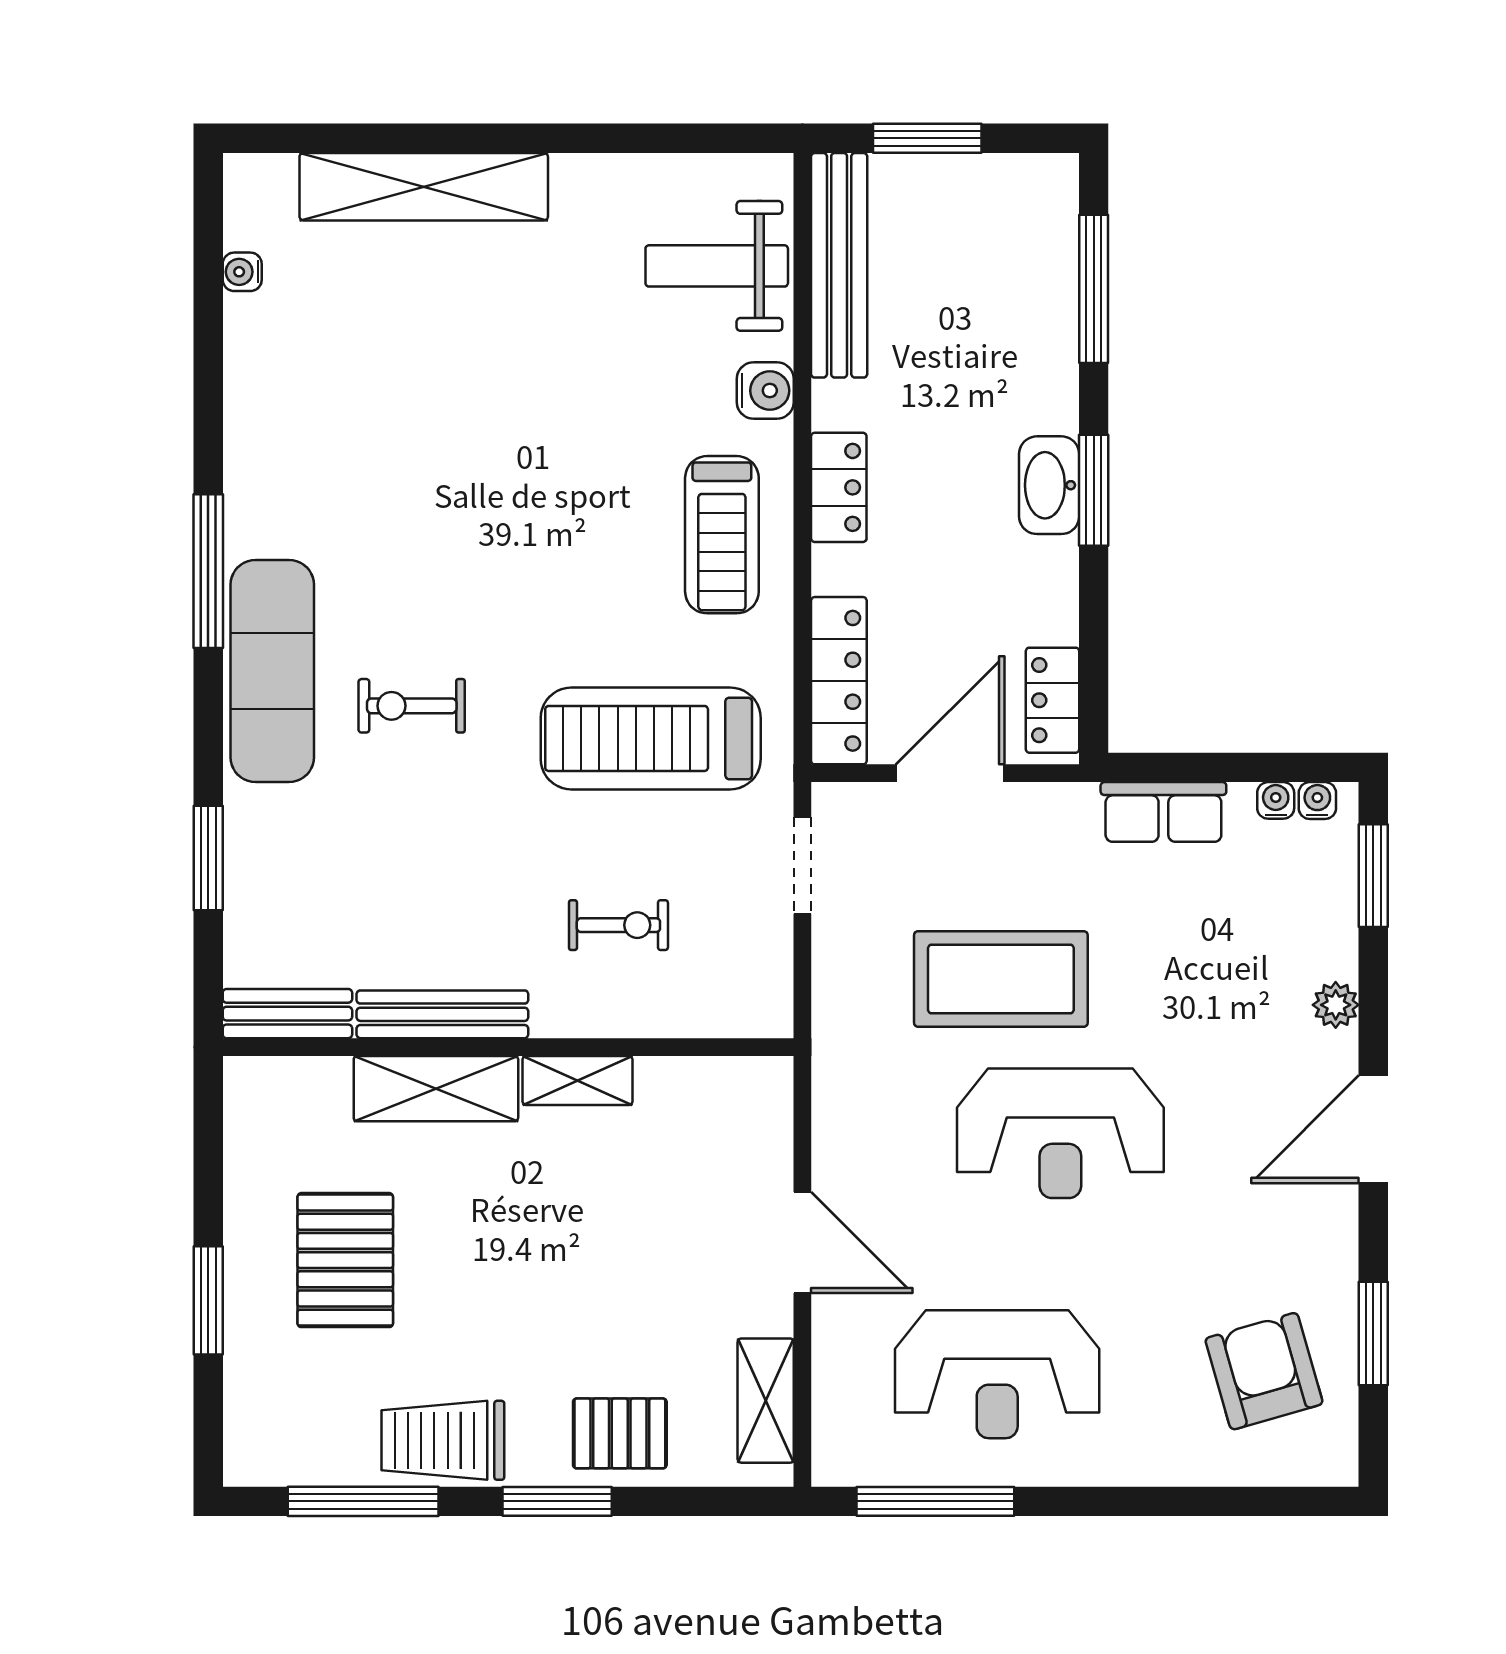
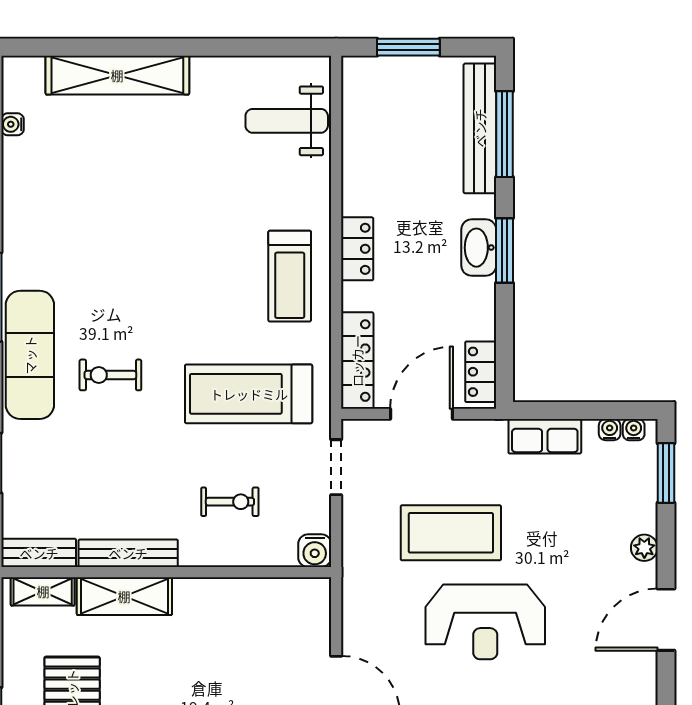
bench: (839, 265) -> (480, 128), moved
water cooler: (765, 391) -> (315, 551), moved, turned 90
shelving: (578, 1080) -> (43, 591), moved

